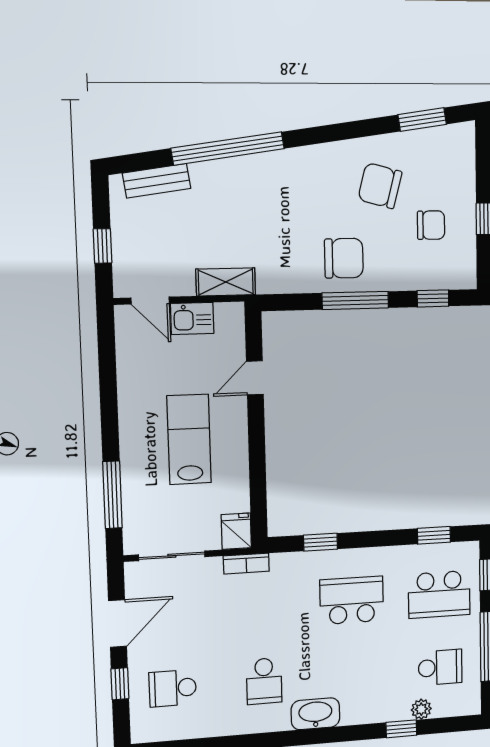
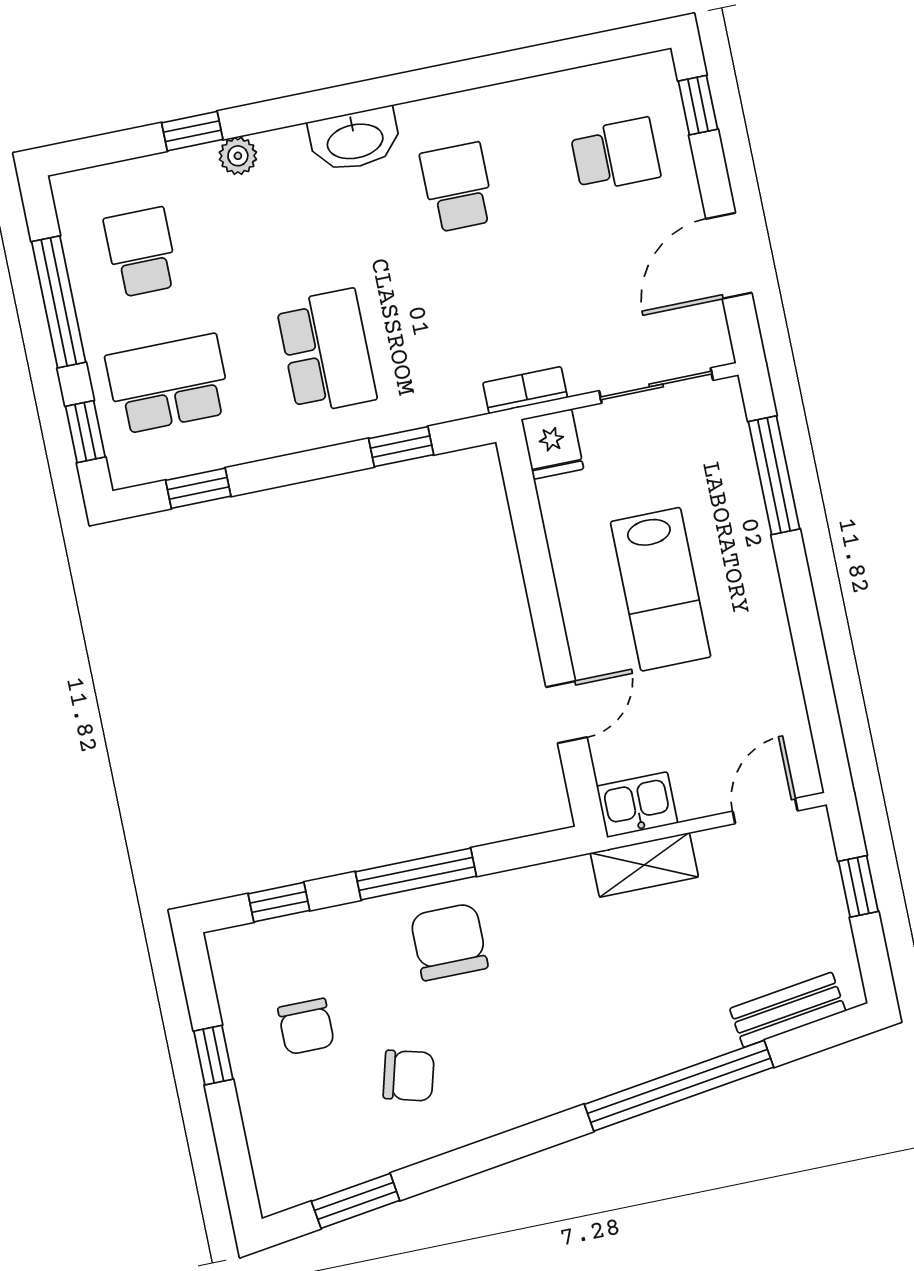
chair: (380, 186) -> (409, 1076), width x0.73, depth x0.73
chair: (431, 225) -> (306, 1027), turned -90
chair: (344, 258) -> (449, 942), turned 90
door: (150, 301) -> (765, 811), hinge flipped
kitchen sink: (192, 318) -> (637, 805), moved
school desk: (352, 600) -> (326, 352), turned -90
school desk: (440, 667) -> (141, 252), turned 90
window: (120, 684) -> (698, 105), moved
plant: (421, 709) -> (238, 156), moved

